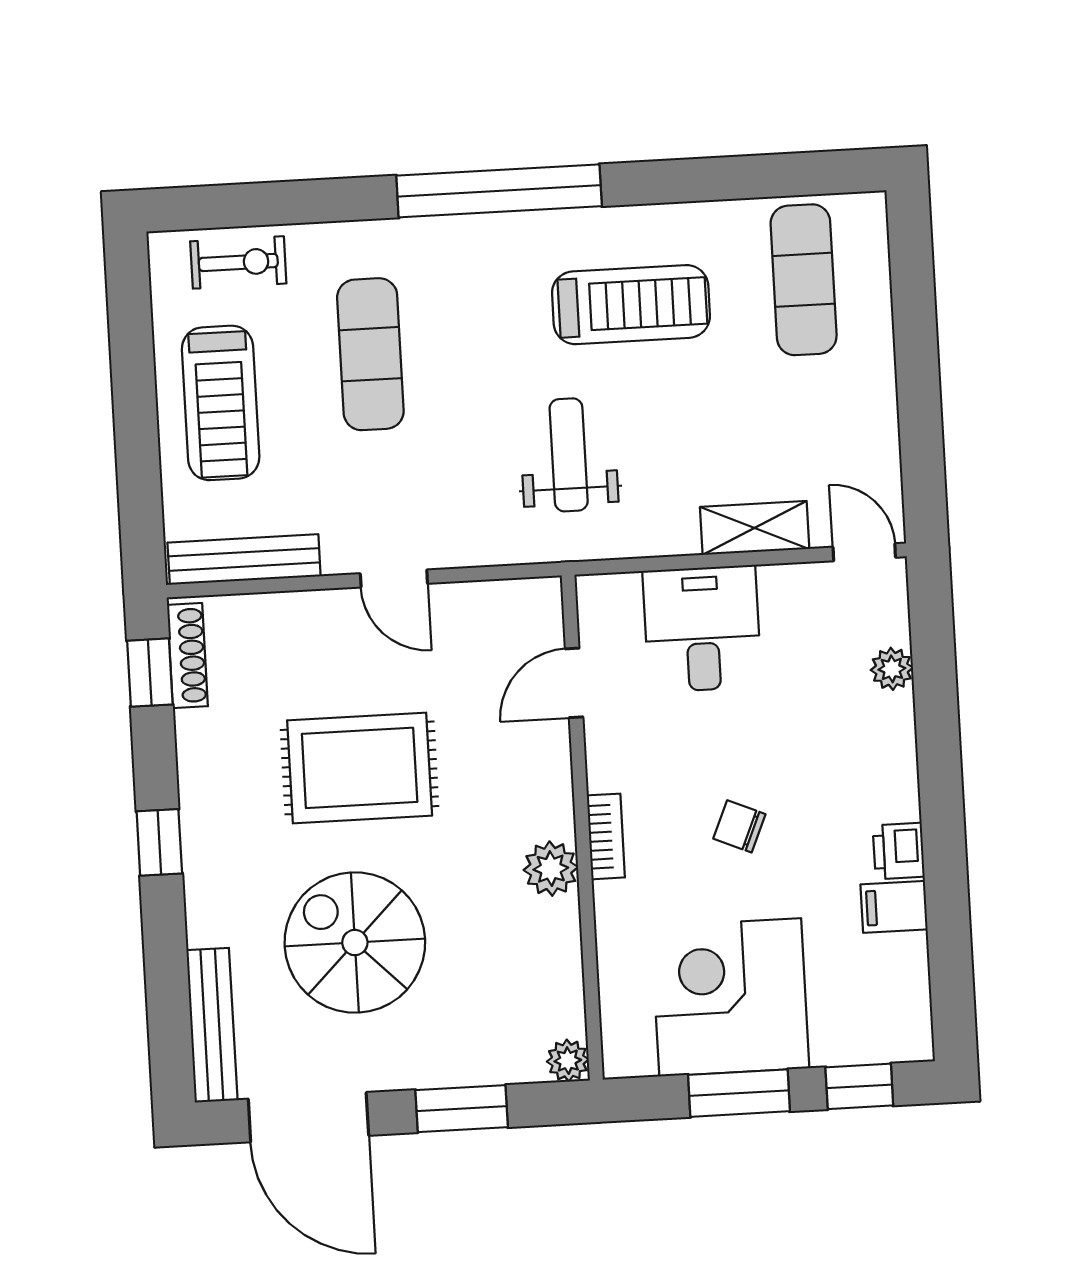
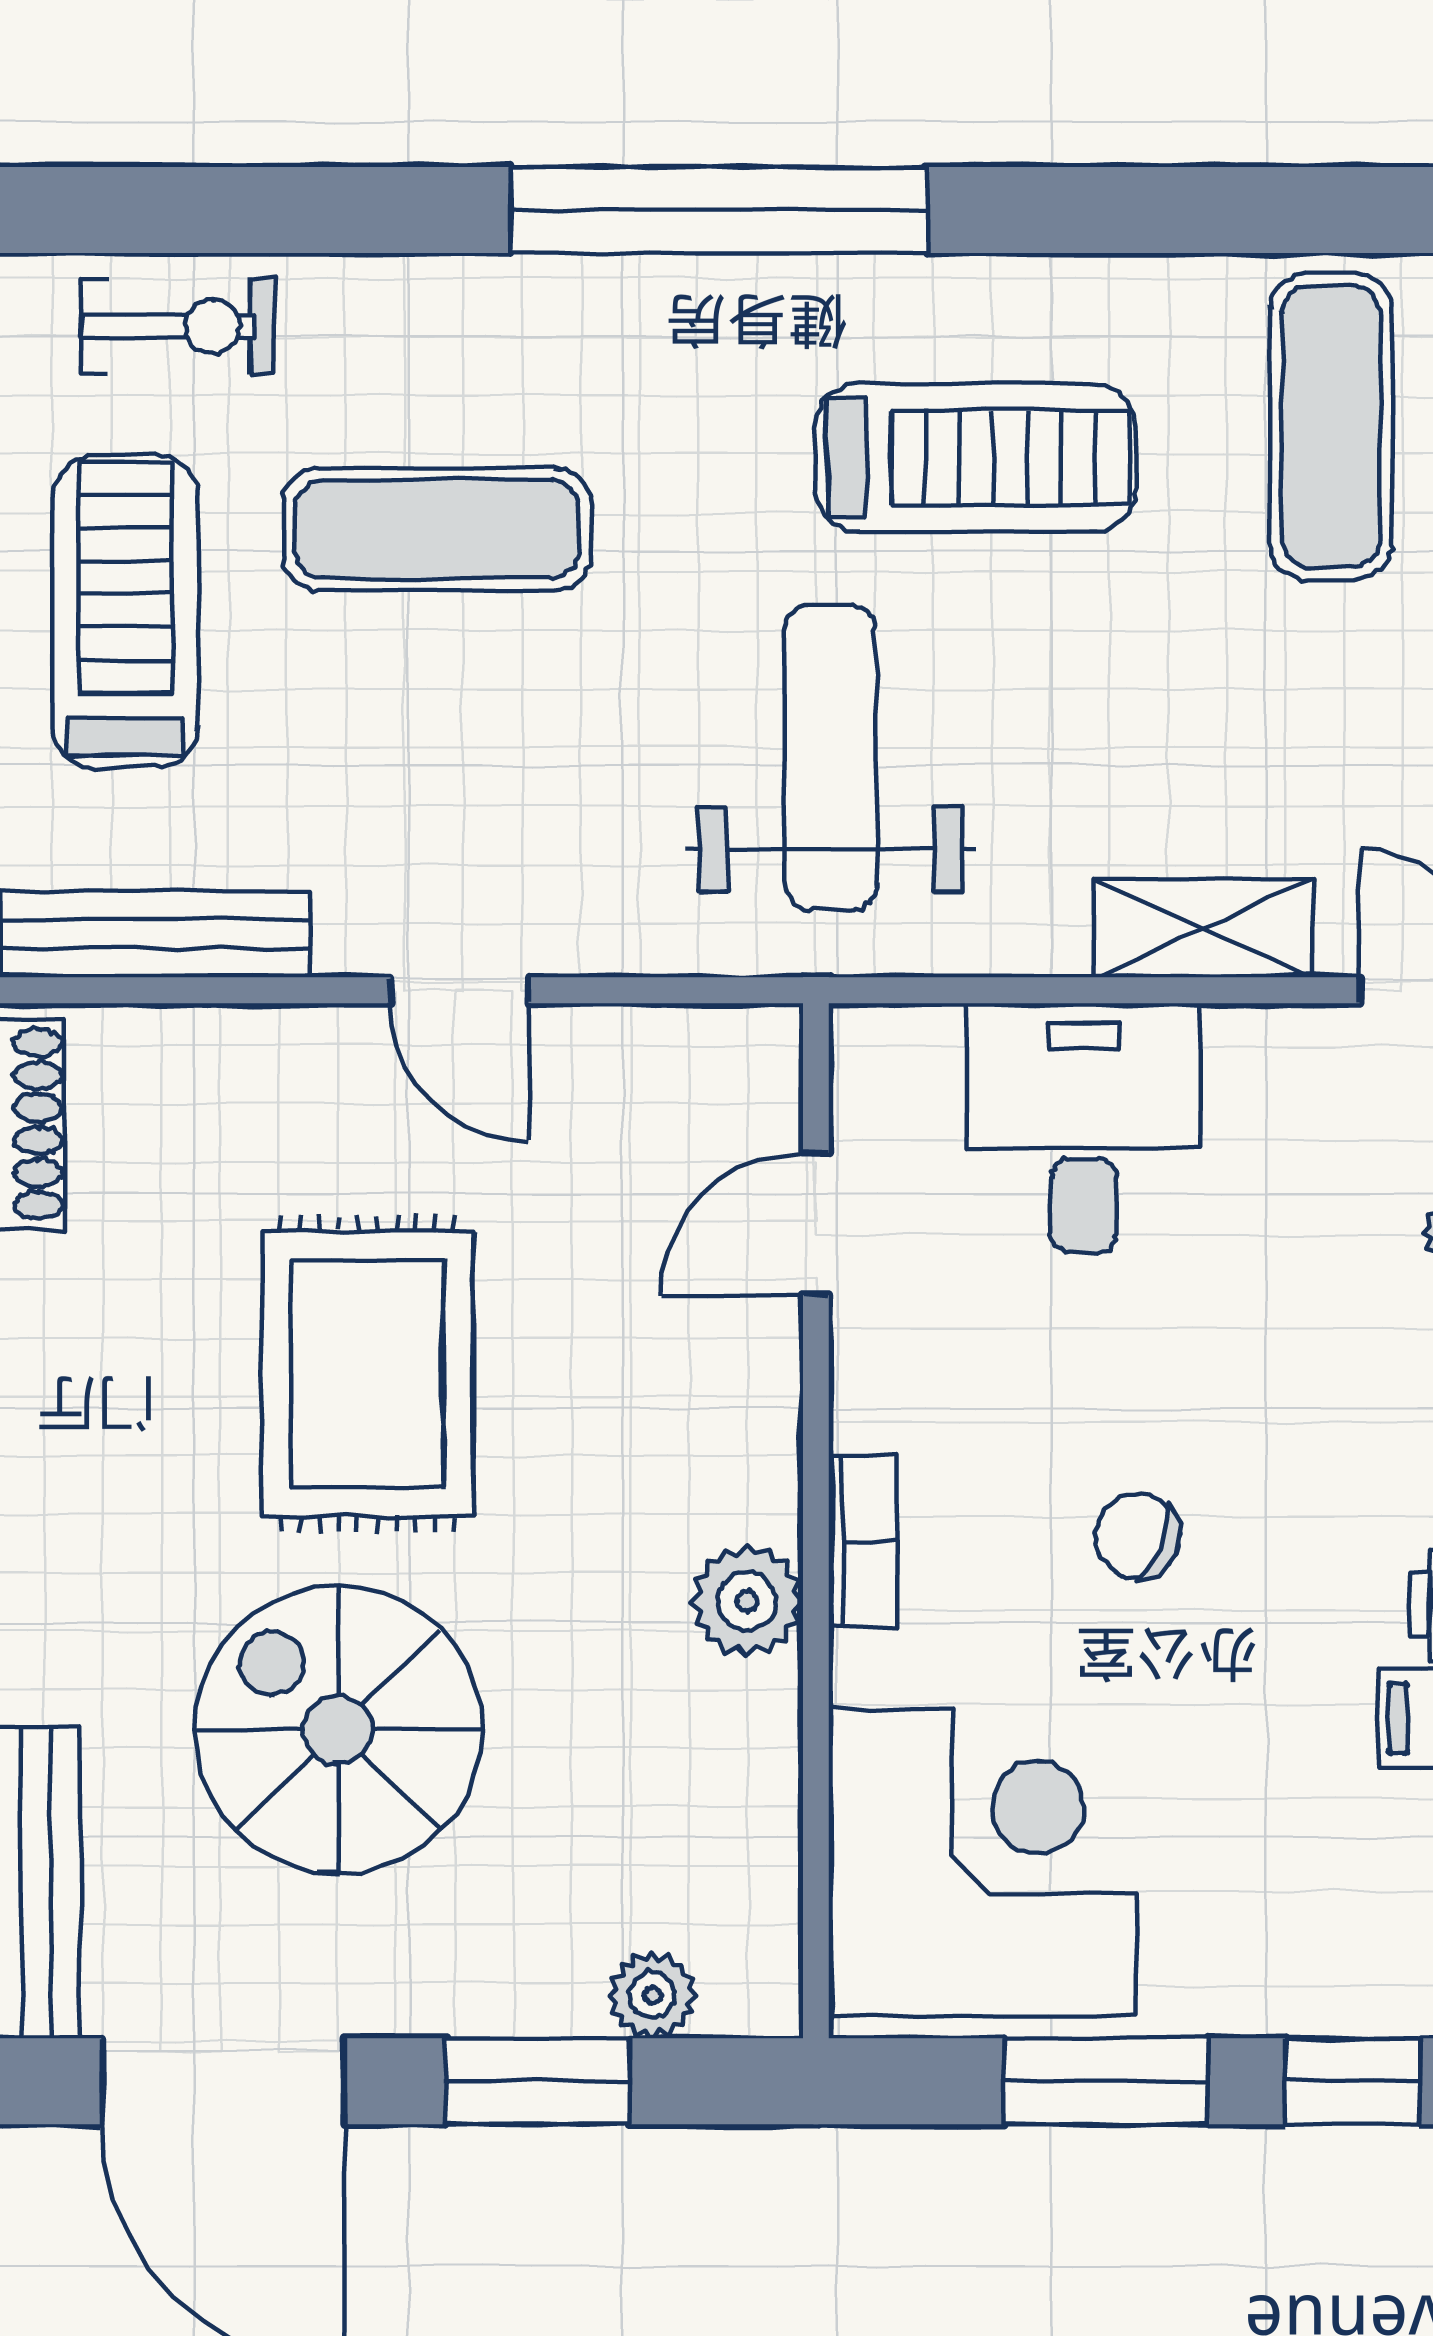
exercise mat: (370, 354) -> (437, 529), turned 90
treadmill: (221, 403) -> (125, 612), turned 180
weight bench: (569, 455) -> (831, 757), width x1.36, depth x1.33
rug: (360, 768) -> (368, 1373), turned 90
corner desk: (730, 997) -> (983, 1863), moved, turned 90
plant: (568, 1061) -> (652, 1995), moved

